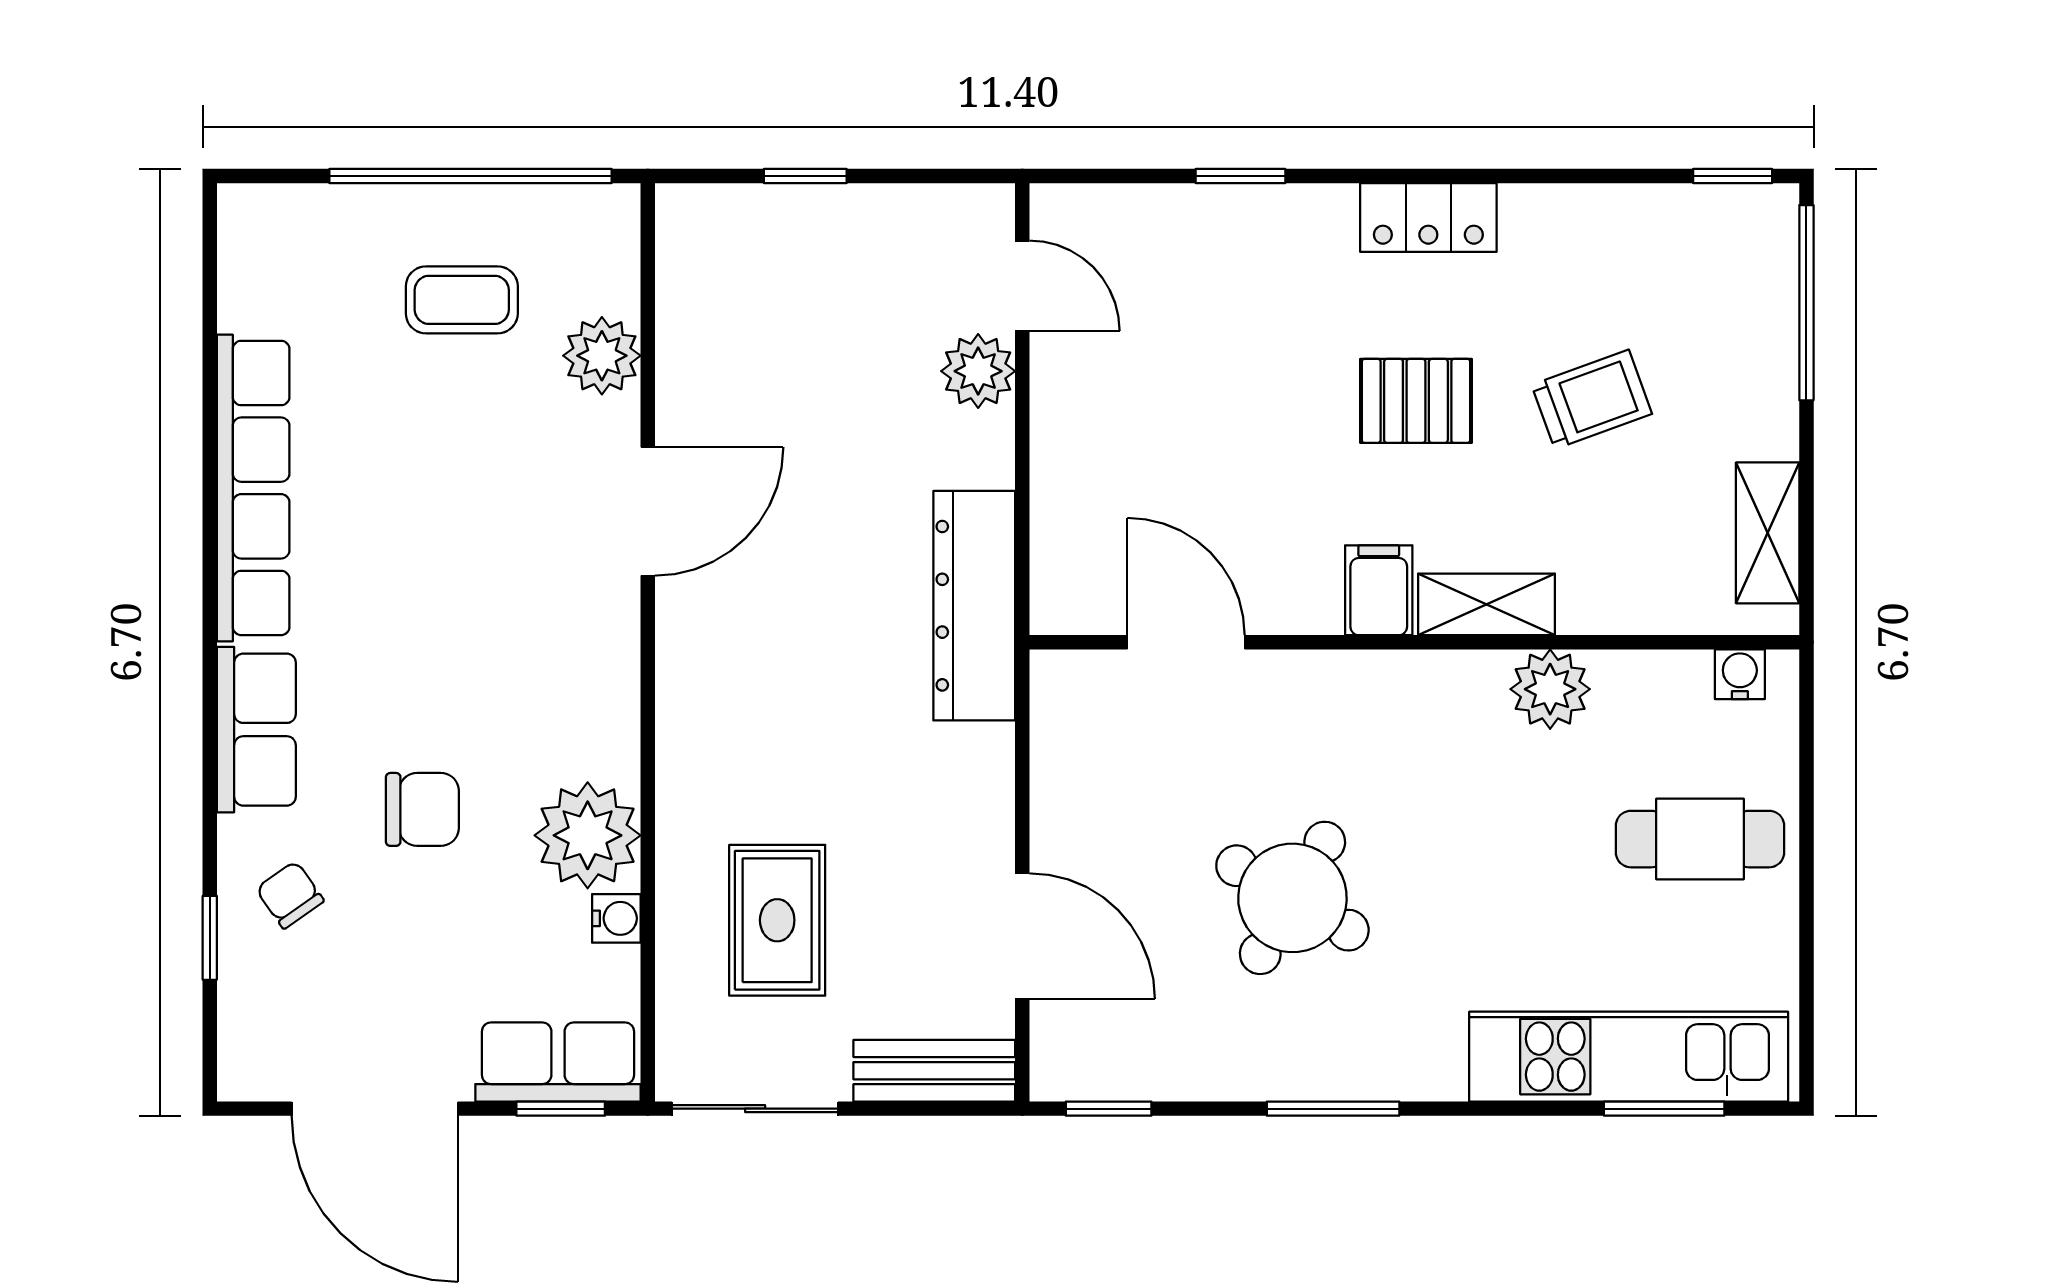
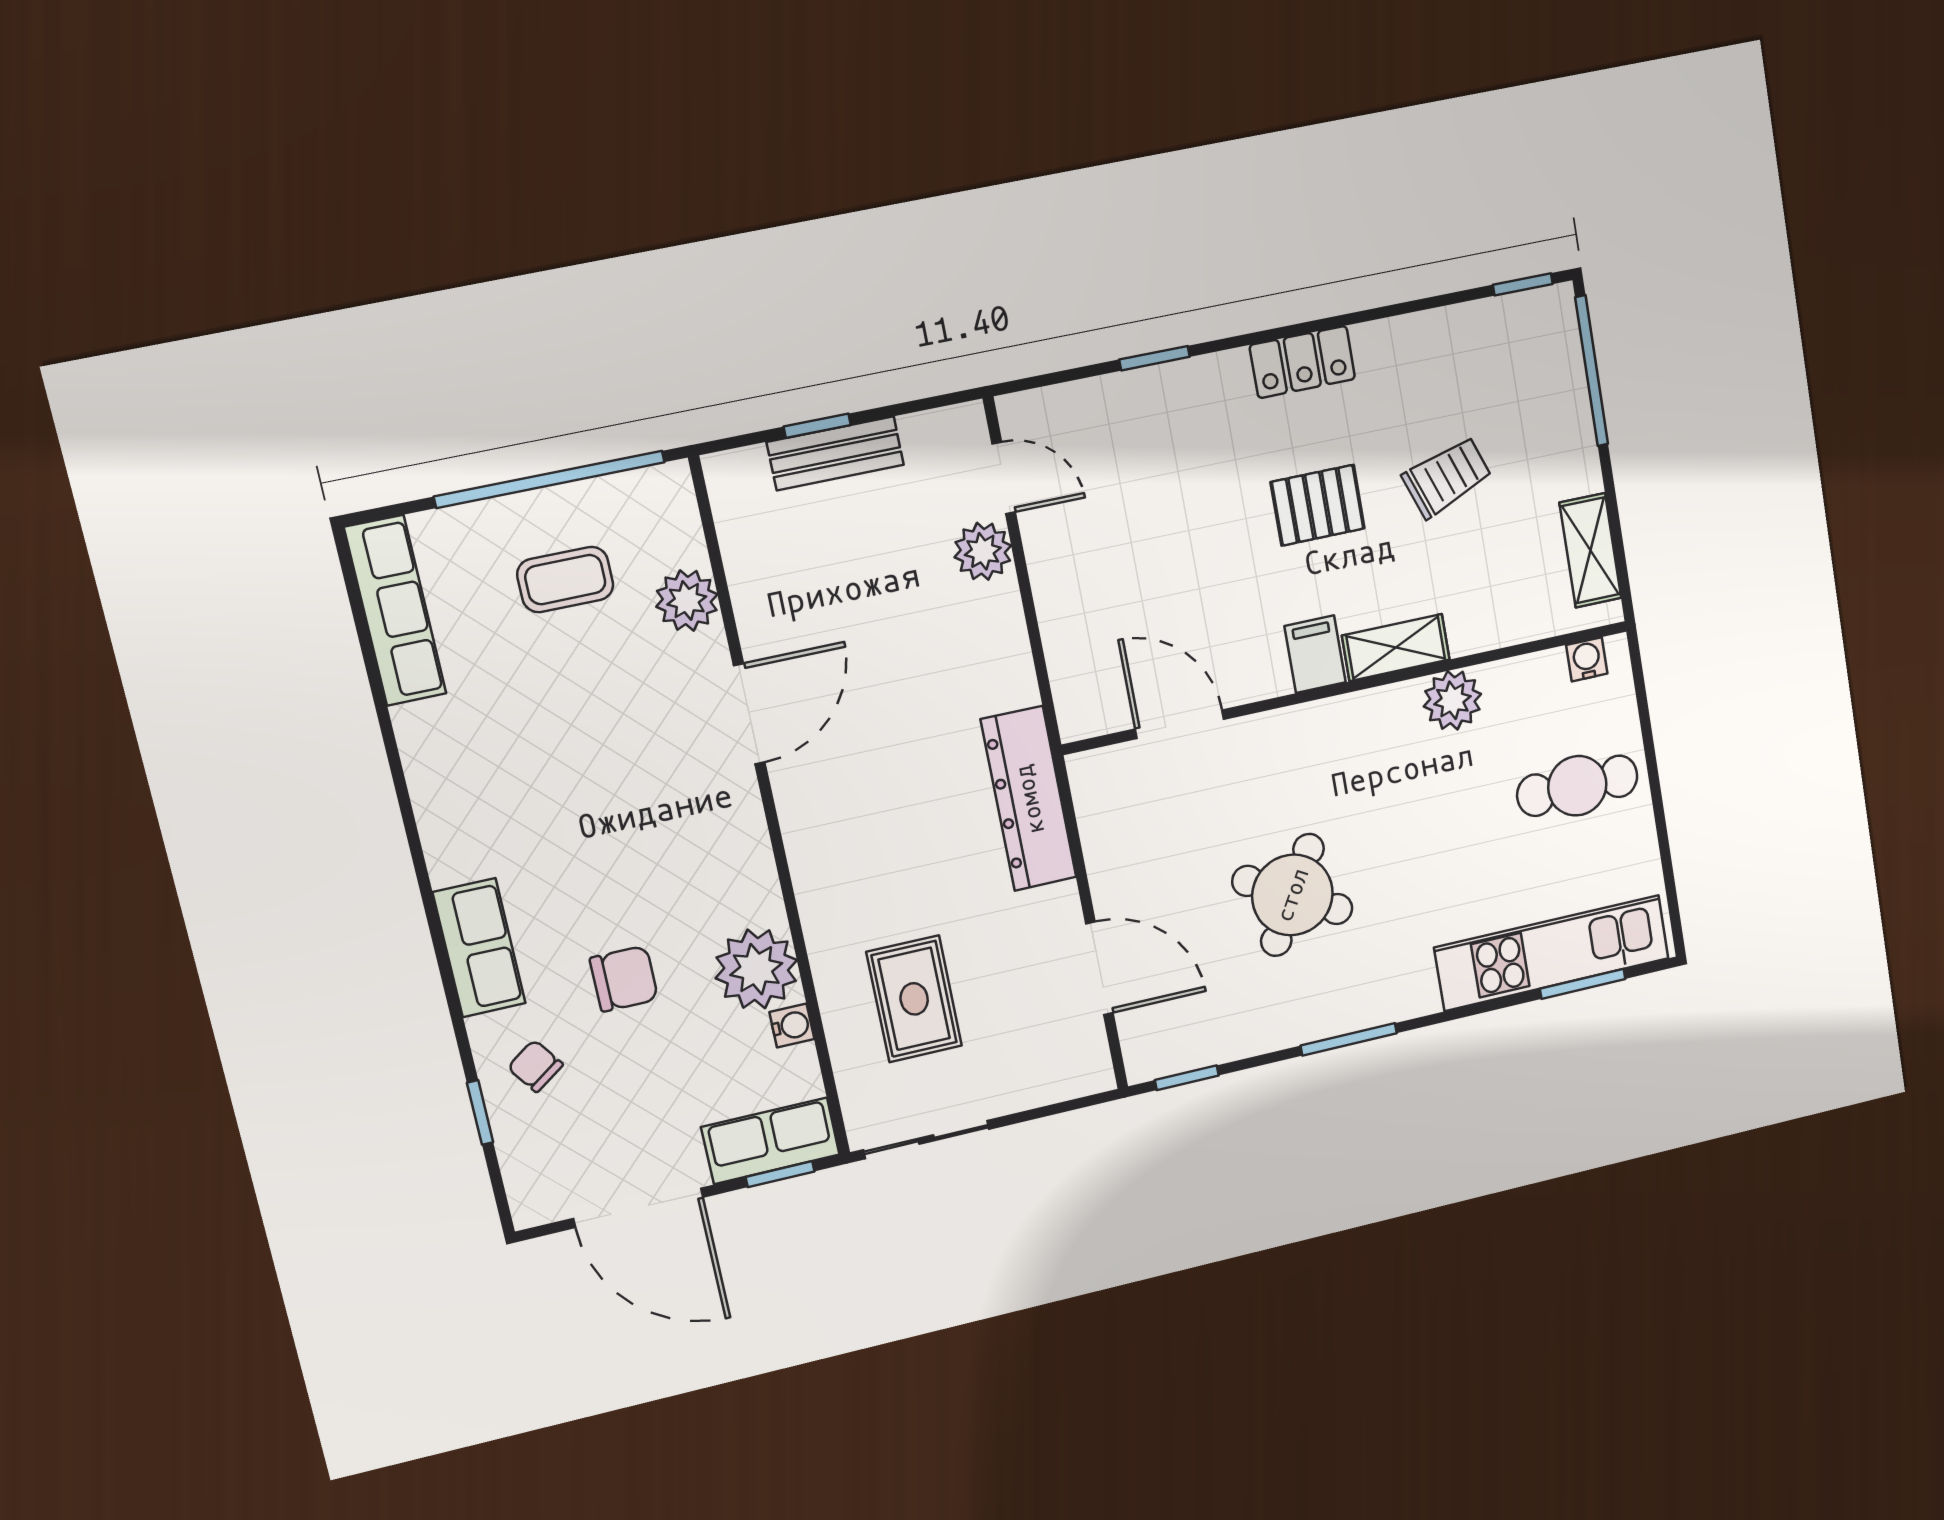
row of seats: (253, 488) -> (395, 611), moved, width x0.73
dresser: (974, 606) -> (1029, 799), moved
bench: (934, 1071) -> (835, 453), moved

